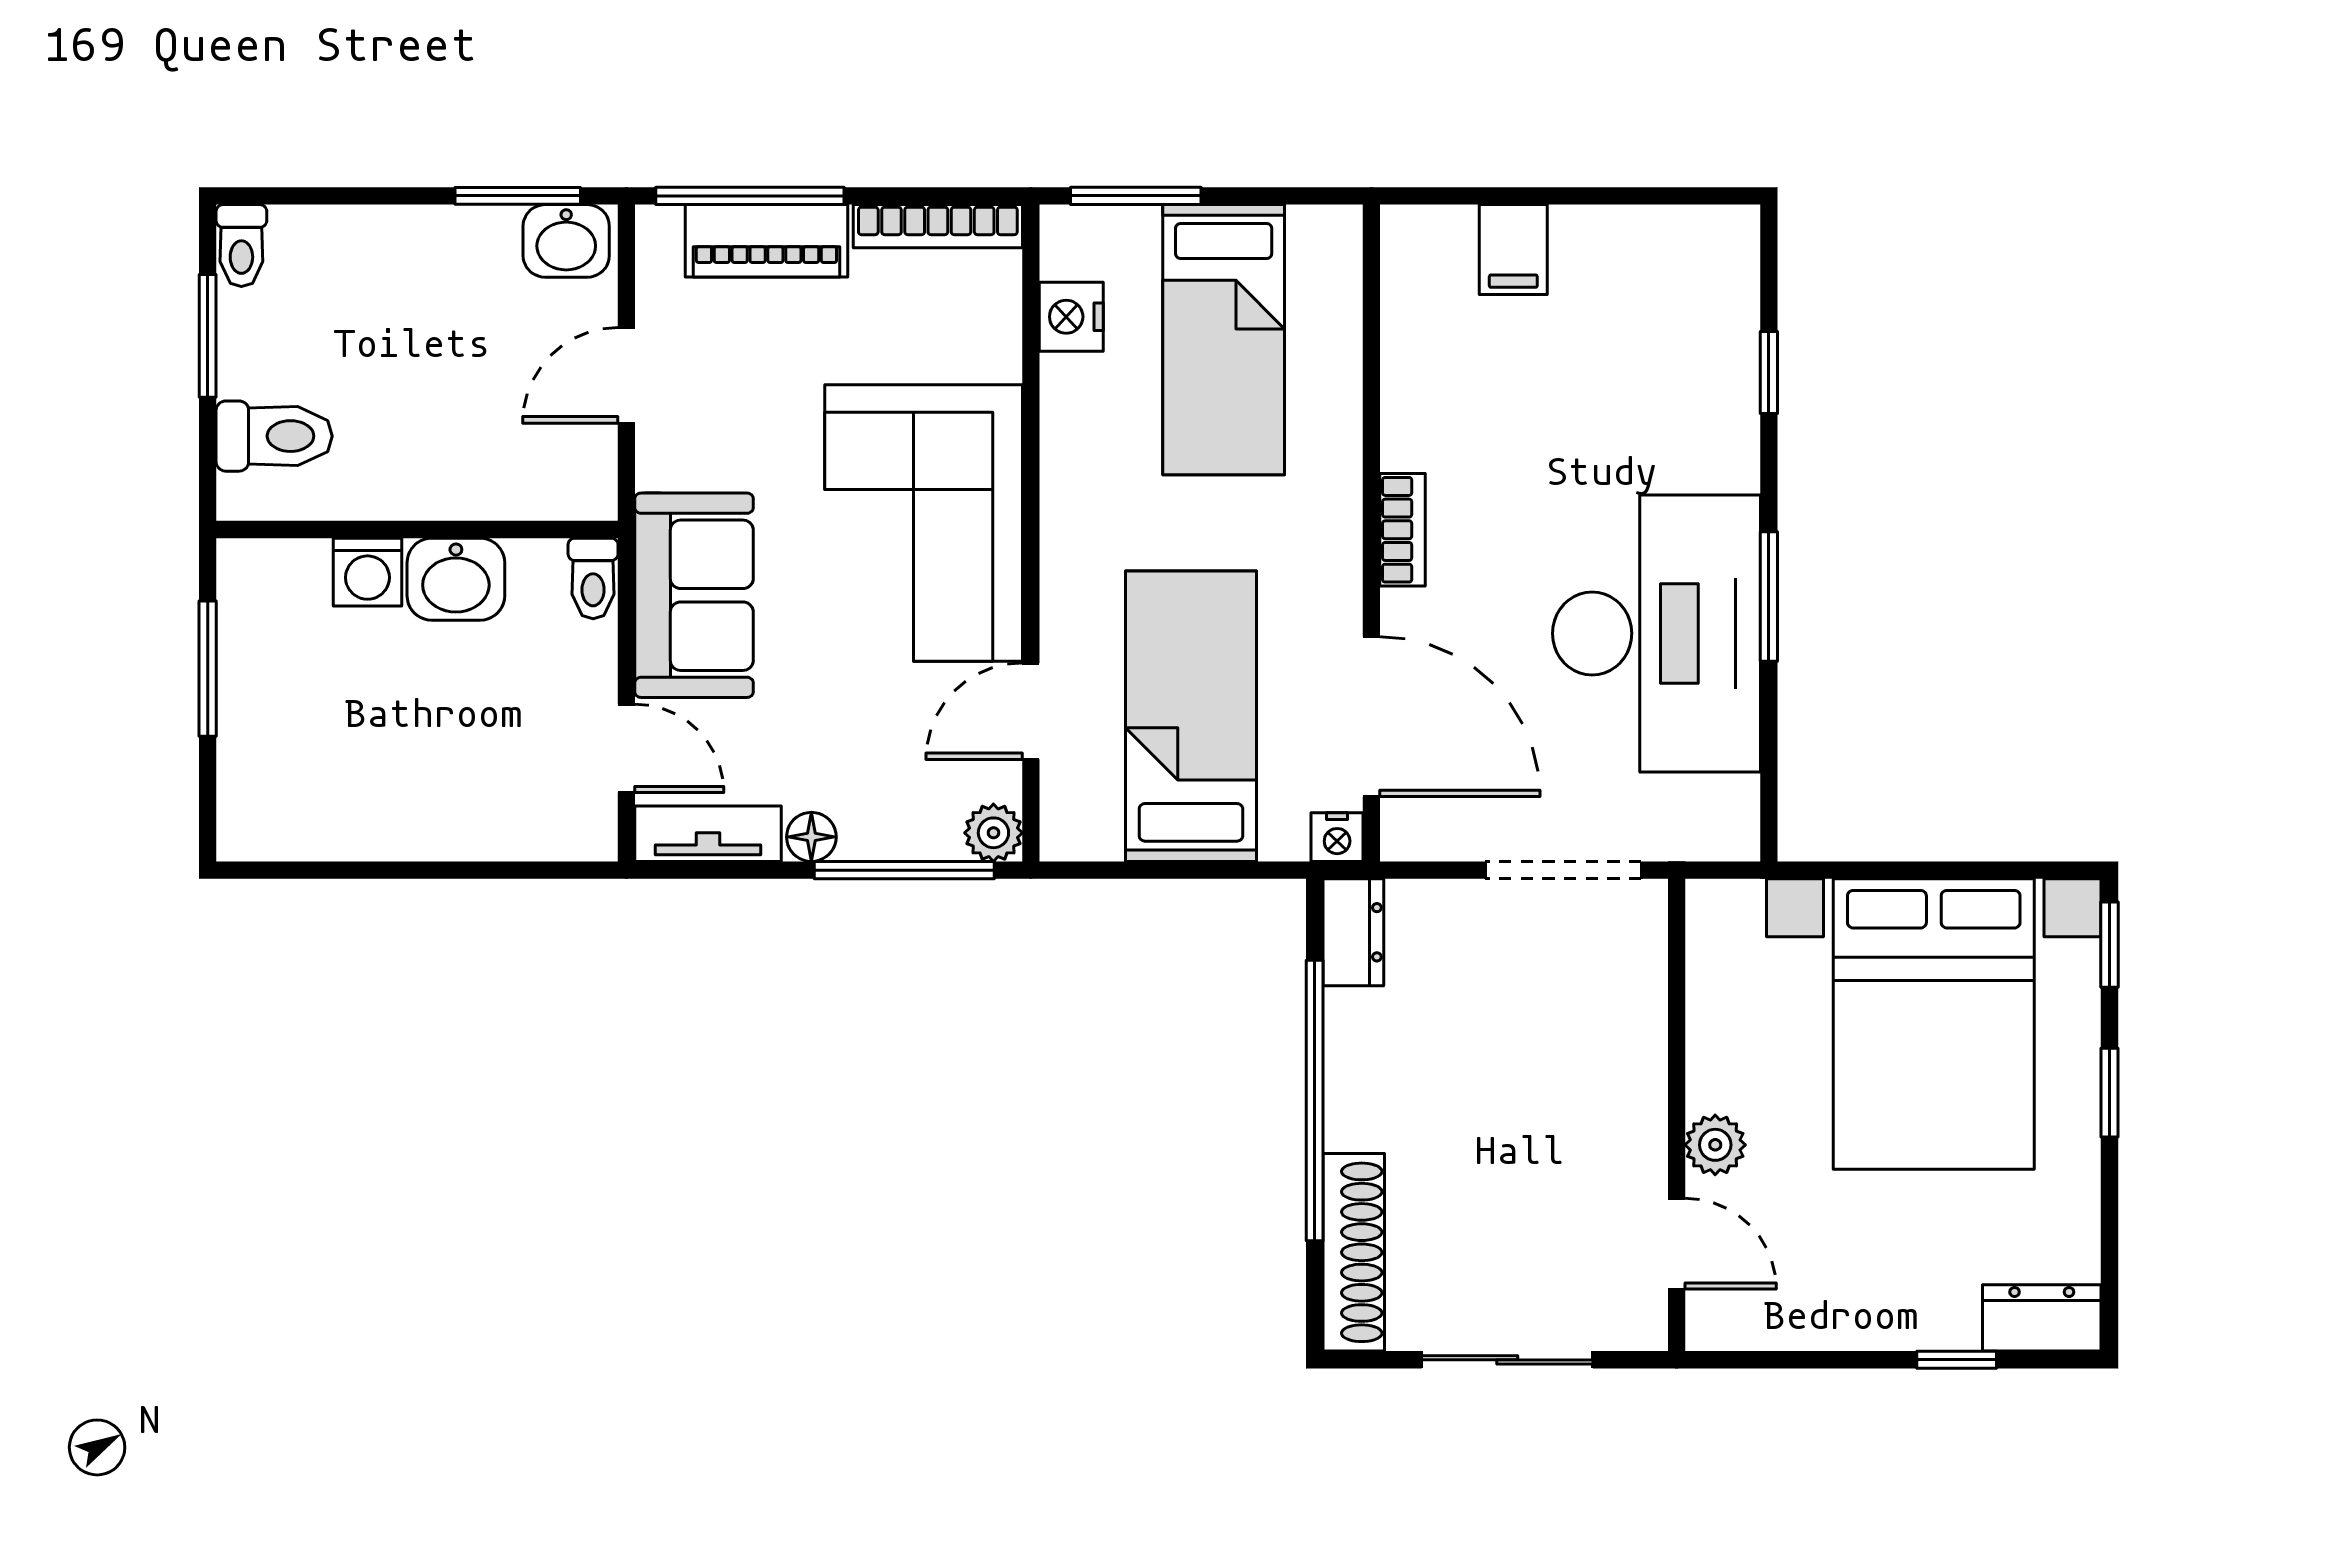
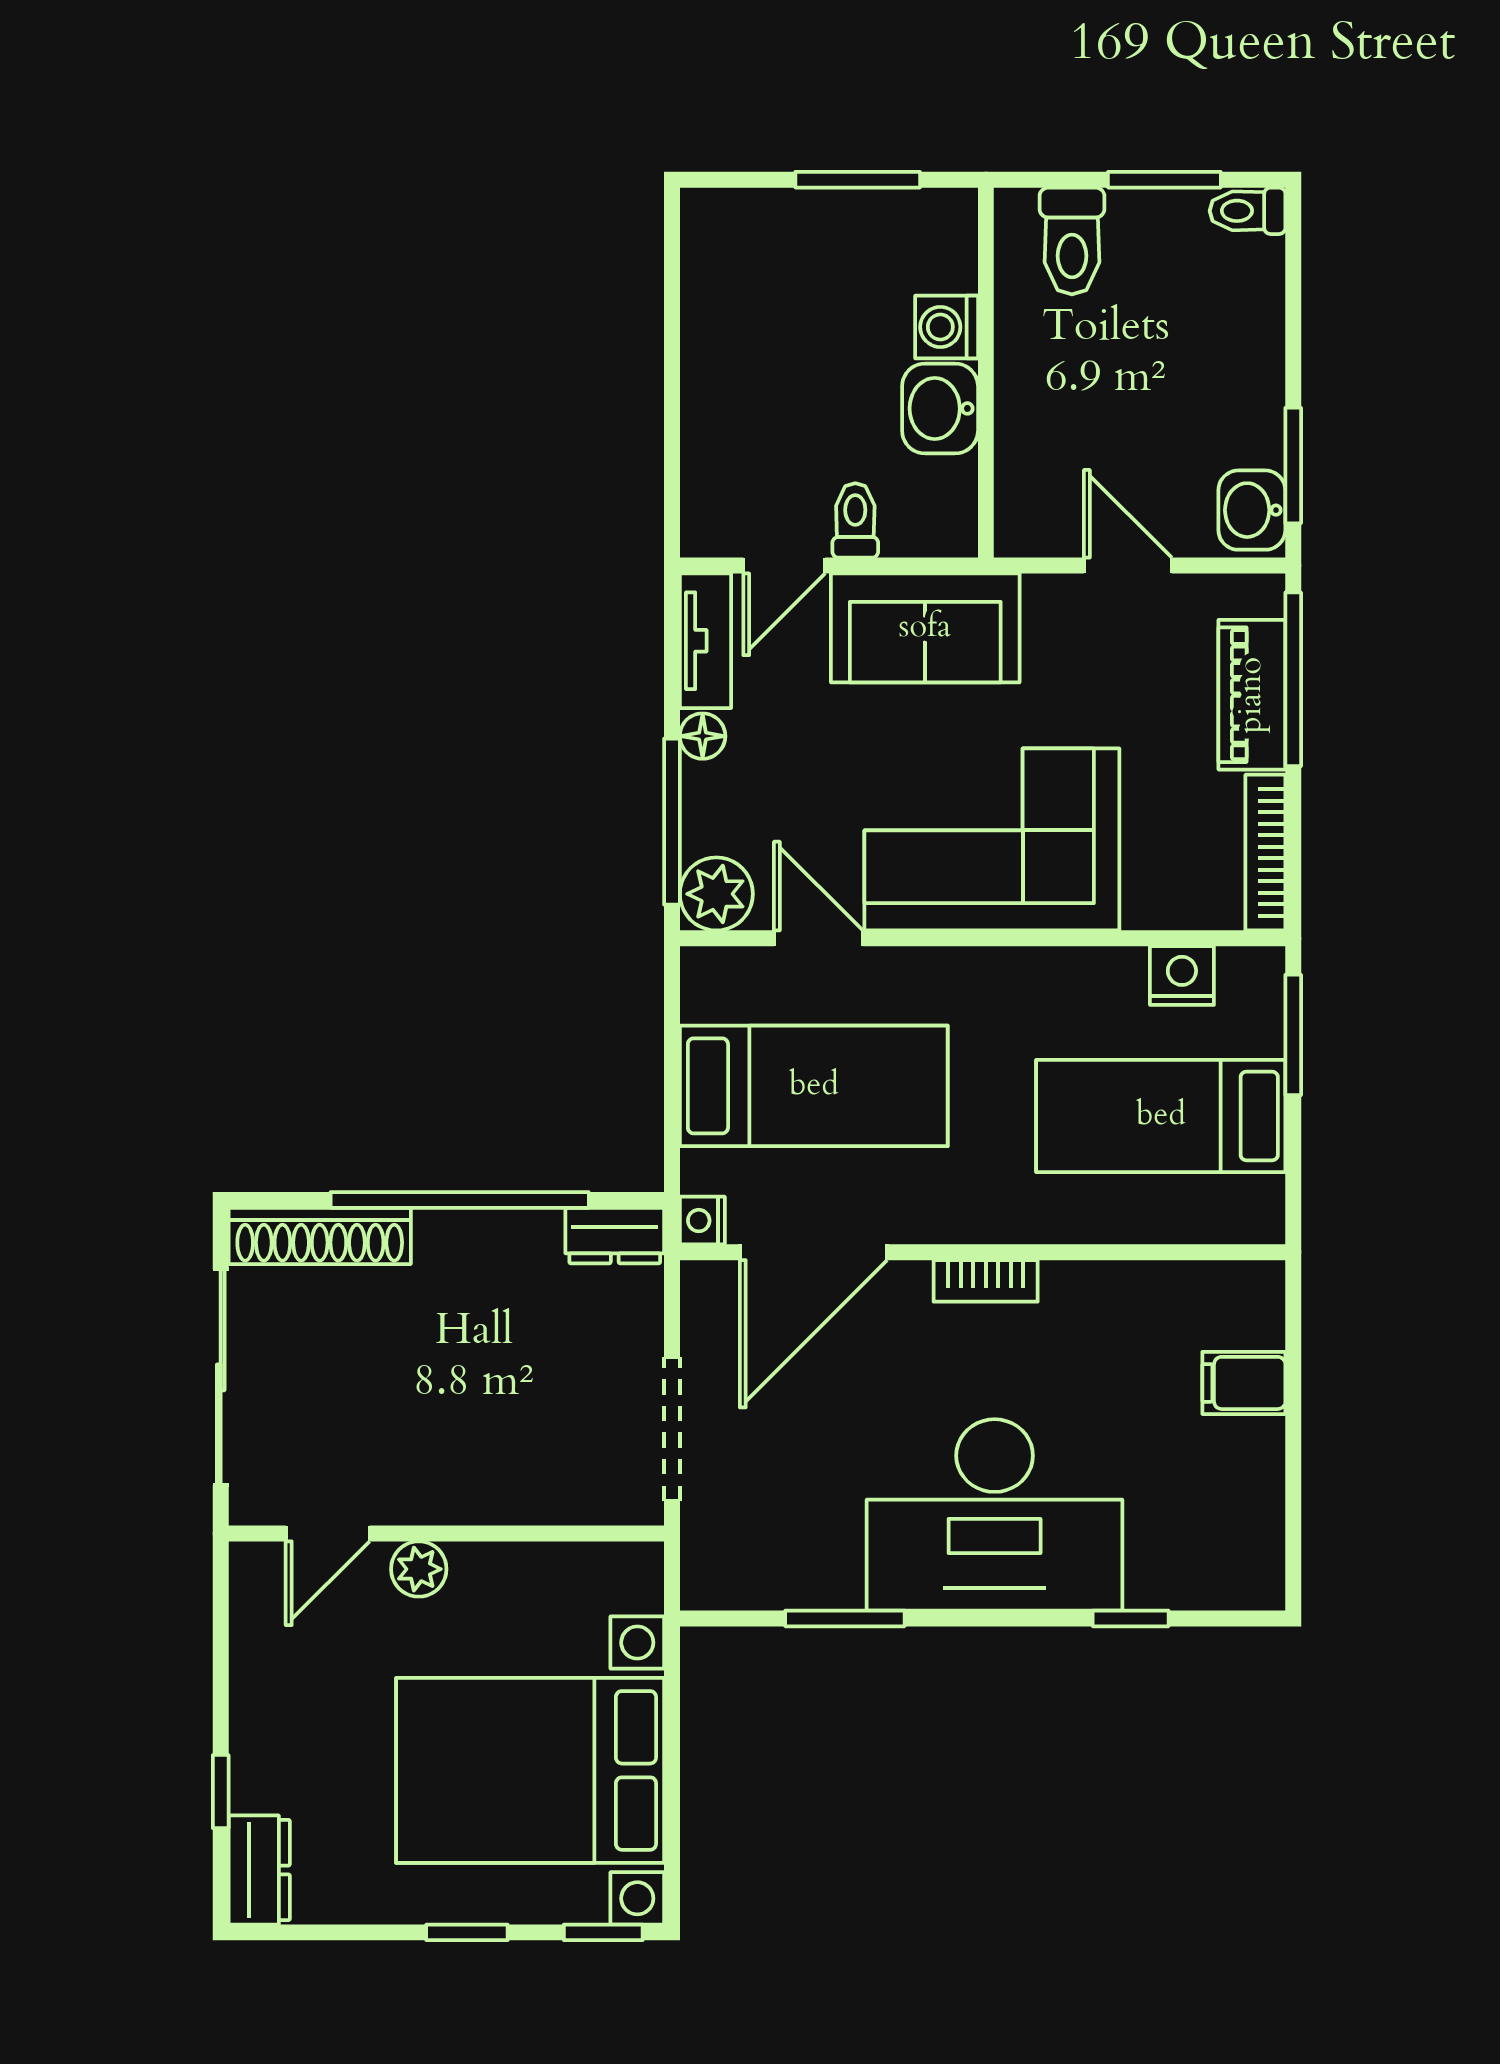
toilet: (593, 578) -> (855, 520), moved, turned 90
window: (1769, 597) -> (845, 1618), moved
desk: (1657, 633) -> (995, 1515), moved
plant: (993, 833) -> (716, 894), width x1.38, depth x1.38
sliding door: (1507, 1360) -> (221, 1377), width x1.37

